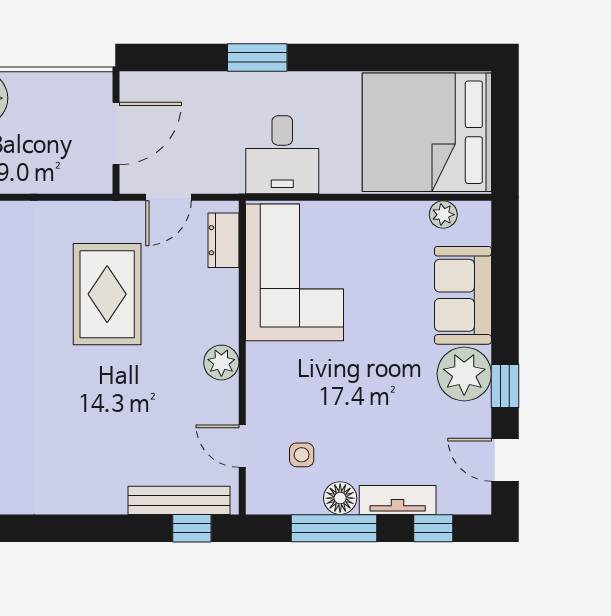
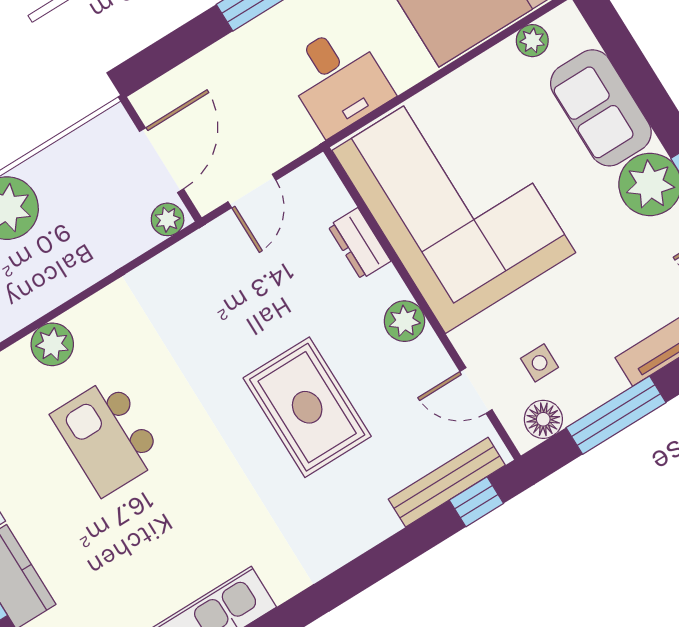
plant: (93, 180) -> (168, 219), added
dresser: (223, 240) -> (359, 244), moved
corner sofa: (295, 272) -> (454, 202), width x1.36, depth x1.36
rug: (107, 294) -> (307, 407), moved
floor lamp: (340, 498) -> (543, 419), moved

